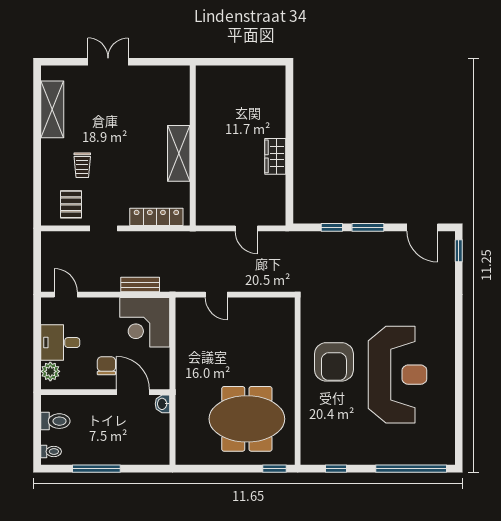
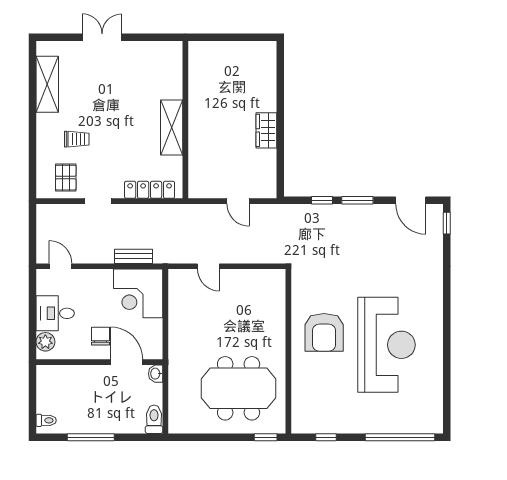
trolley: (82, 165) -> (77, 139), turned -90
toilet: (55, 421) -> (154, 419), moved, turned -90

